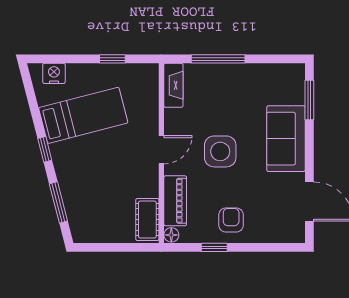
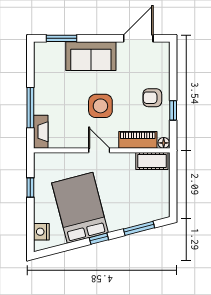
fireplace: (173, 85) -> (41, 132), moved, turned 90
bed: (83, 115) -> (80, 208), width x1.50

